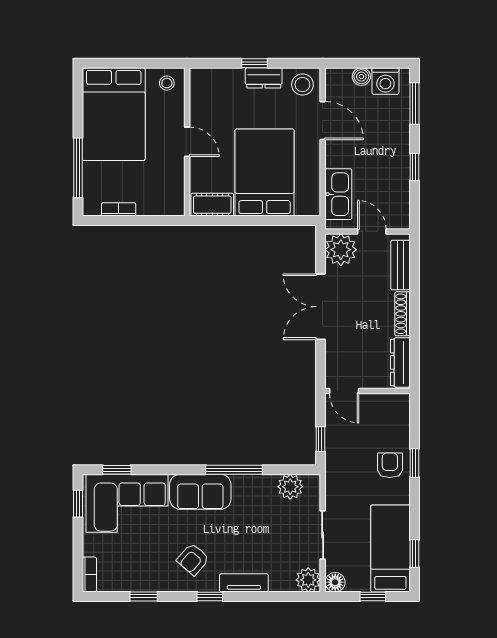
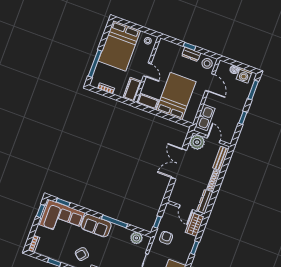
cot: (172, 192) -> (132, 90), added
door: (344, 391) -> (186, 209), moved
wardrobe: (397, 417) -> (195, 225), added
armchair: (390, 465) -> (166, 238), moved

